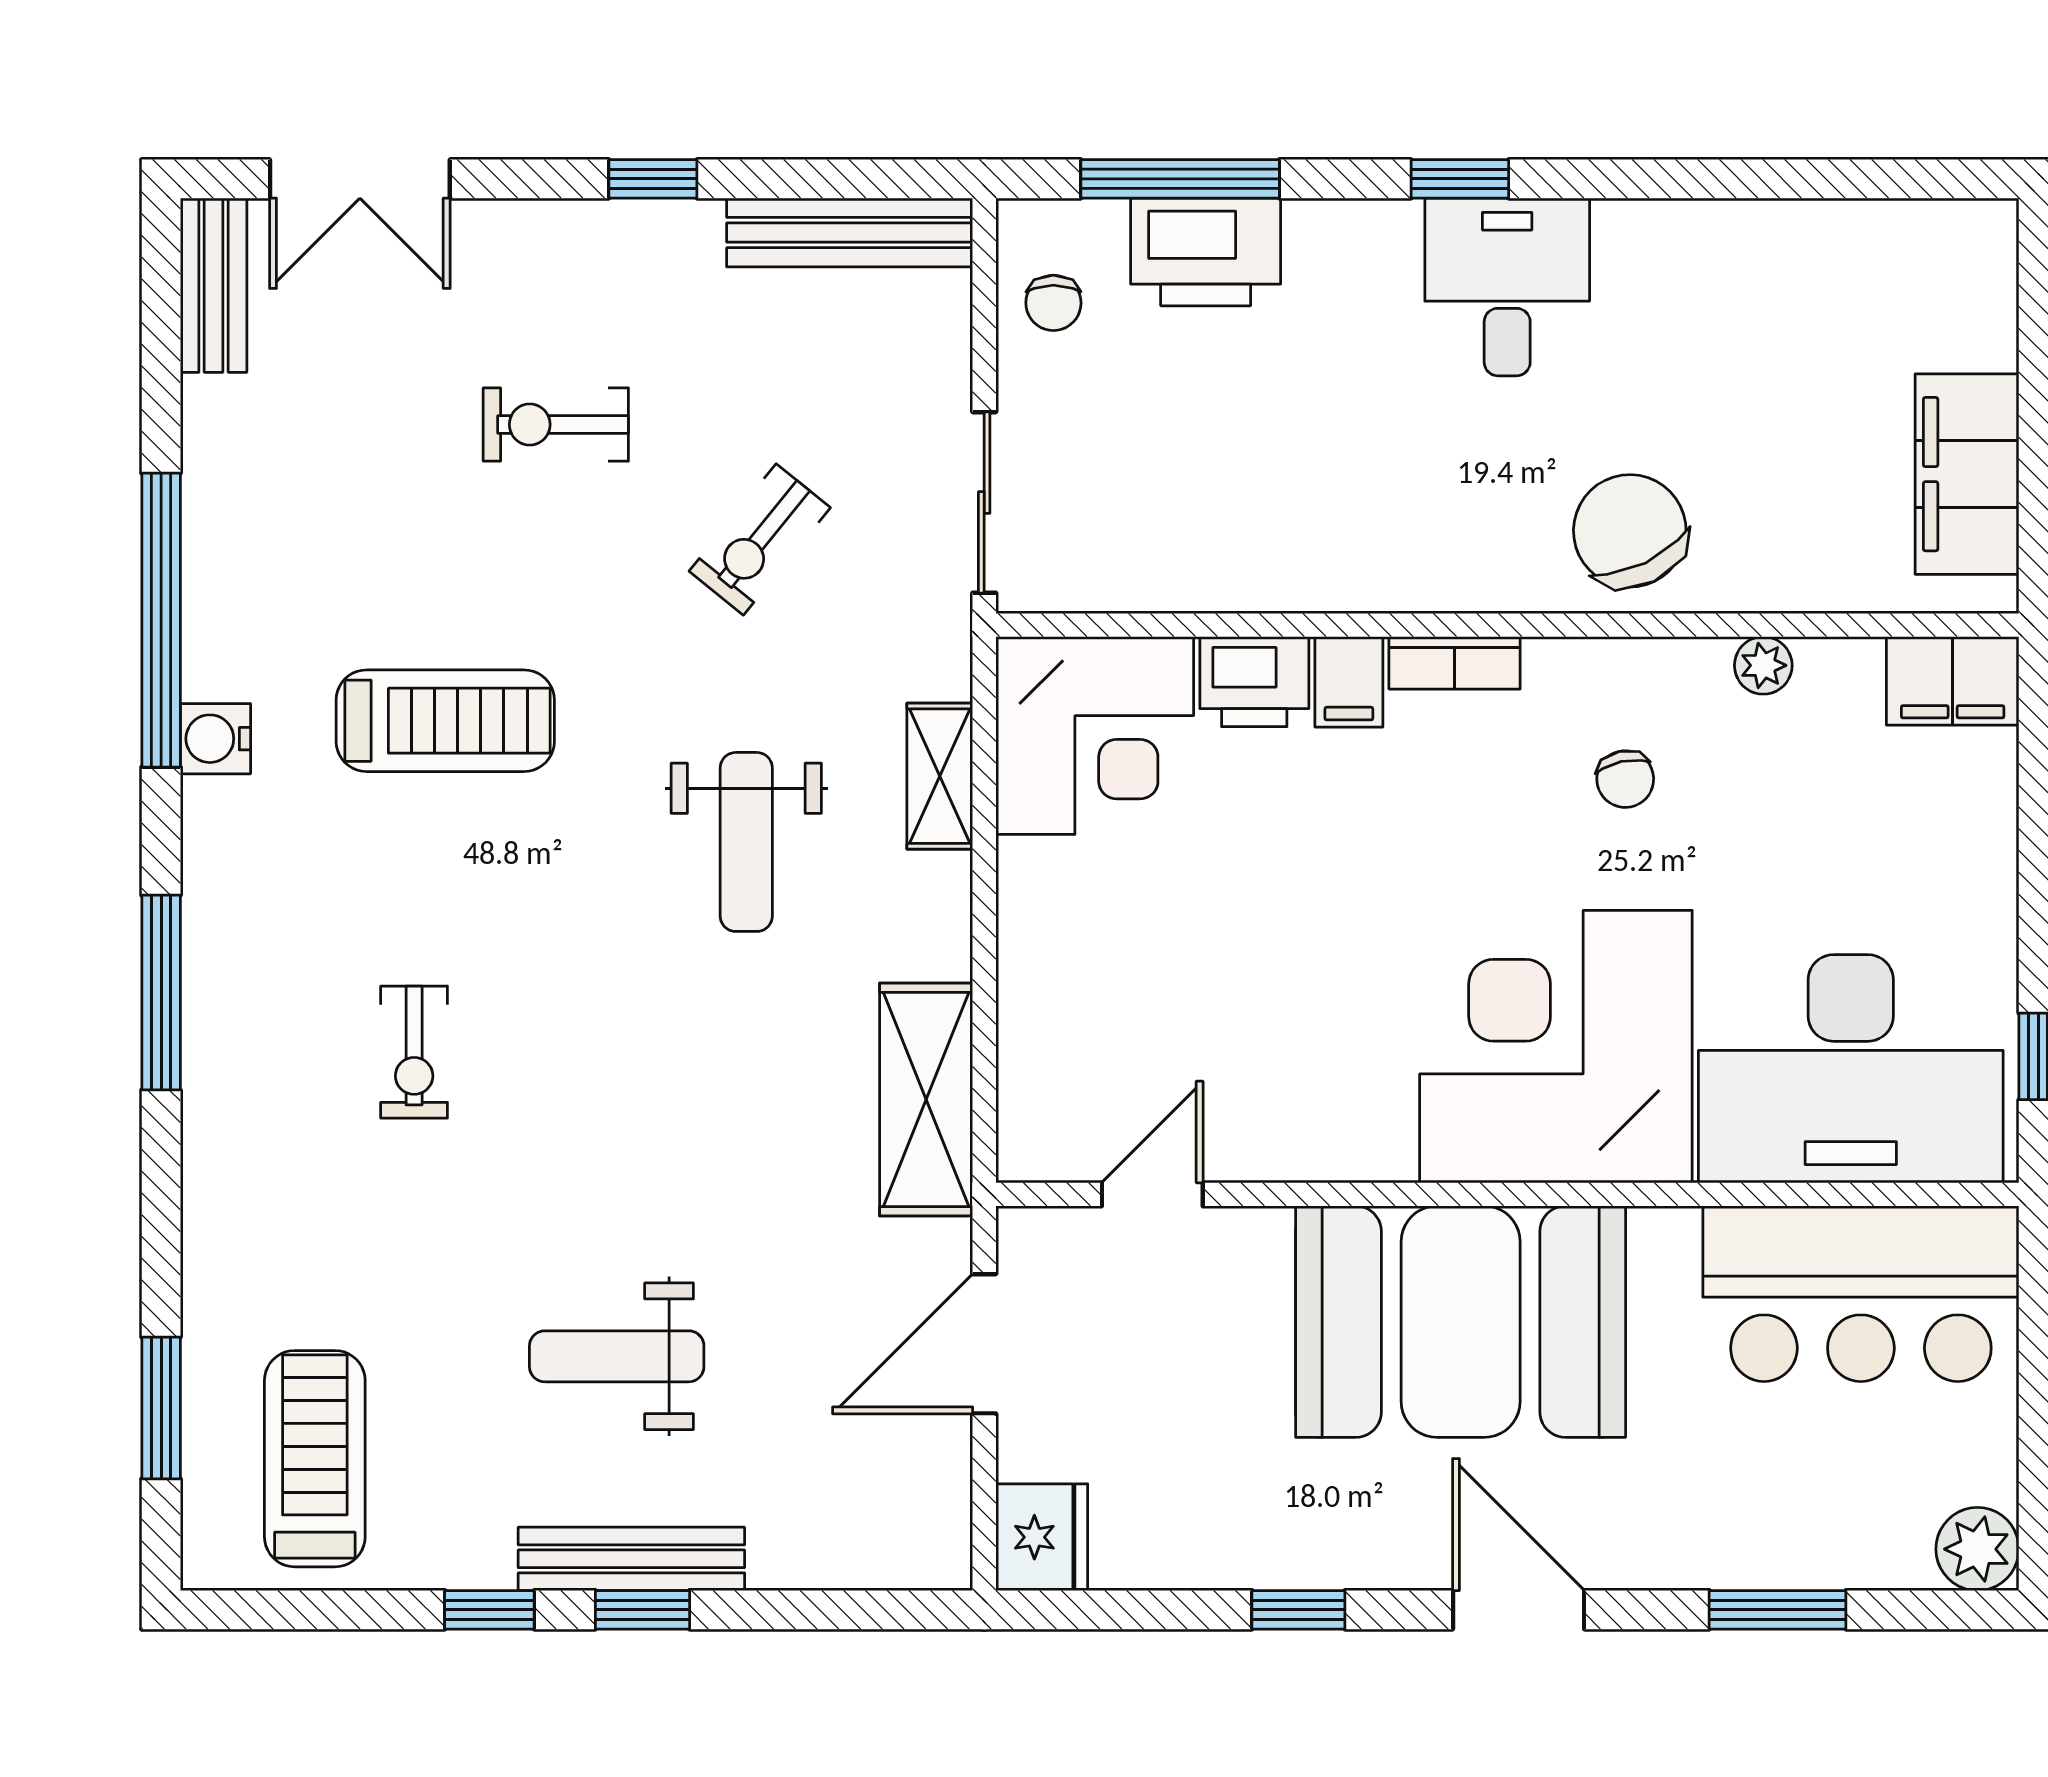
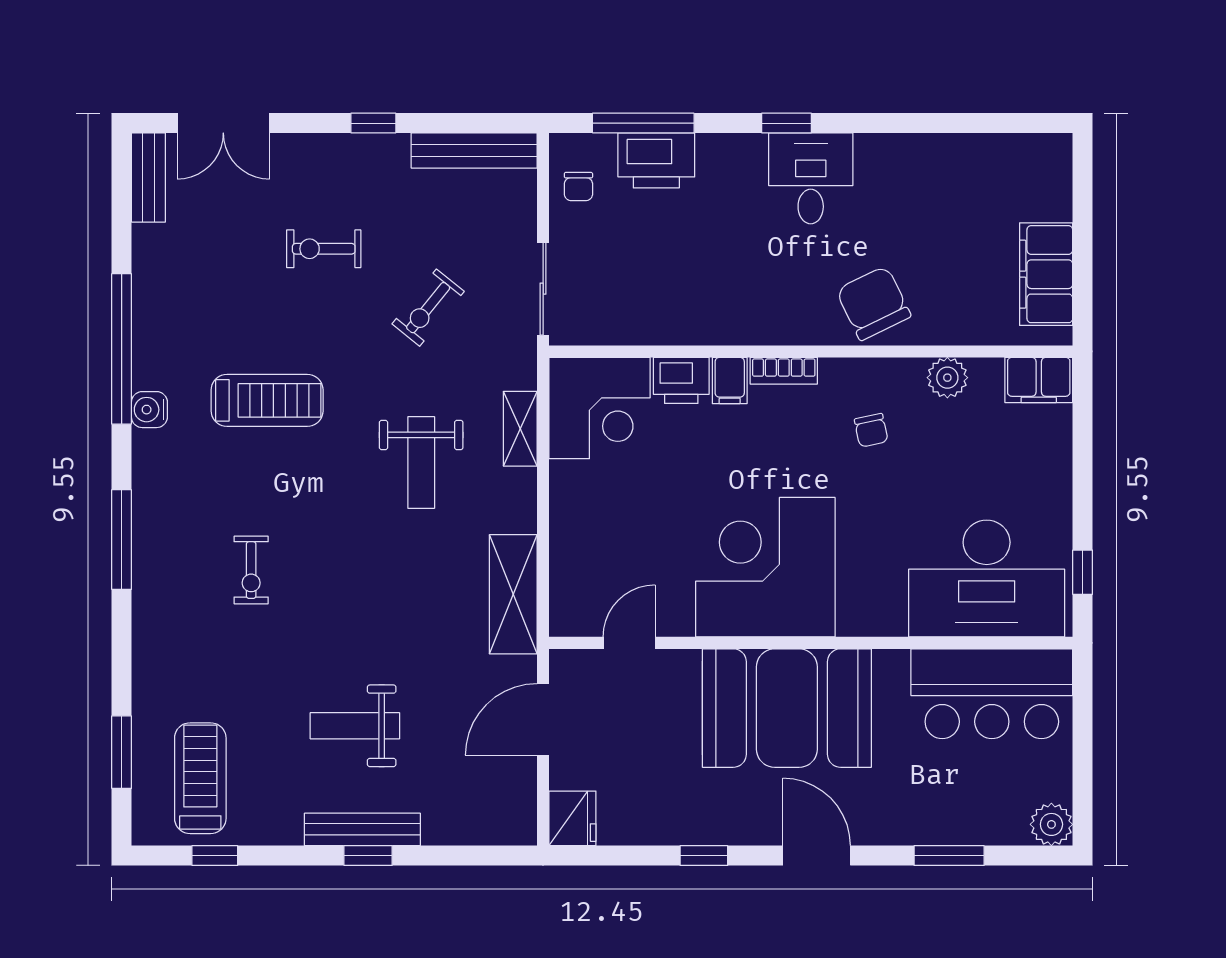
plant: (1763, 665) -> (947, 378), width x1.38, depth x1.38
corner desk: (1556, 1047) -> (765, 567), moved
window: (489, 1610) -> (215, 856), moved

